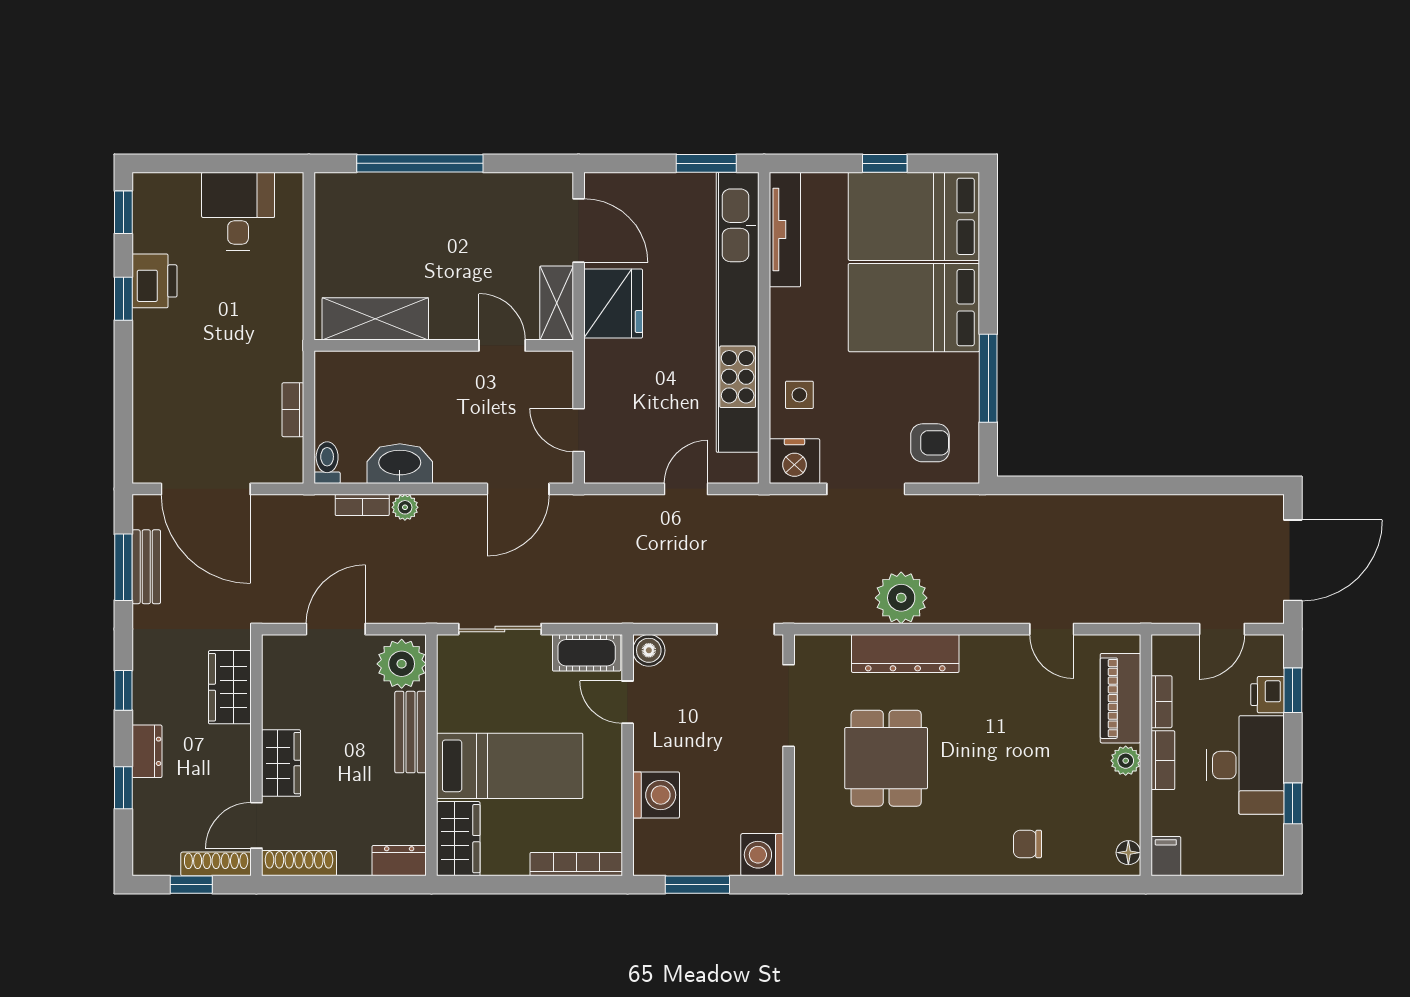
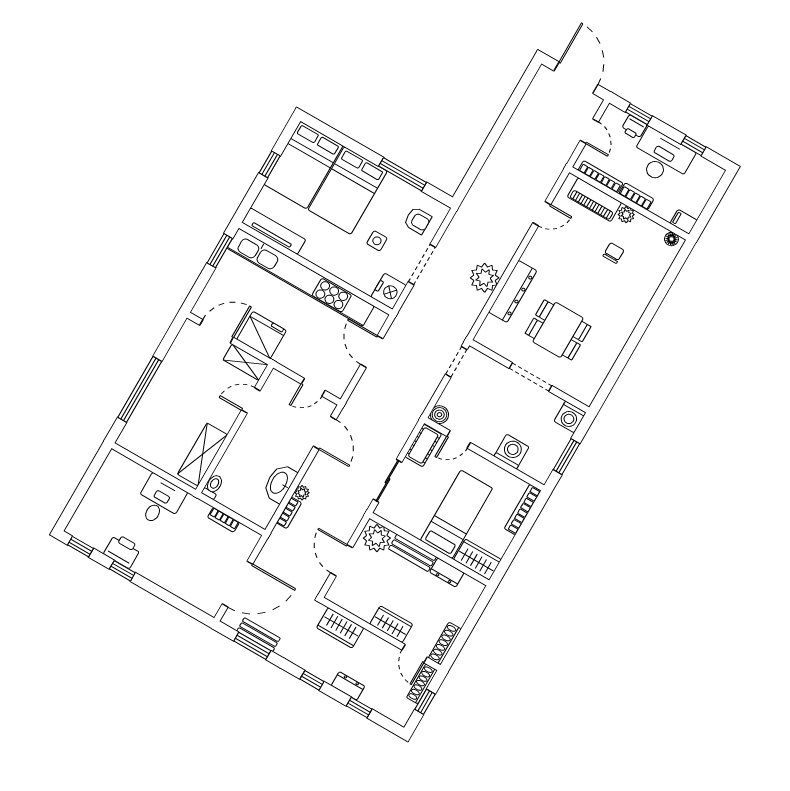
desk: (238, 211) -> (159, 501), moved, turned 90
side table: (799, 395) -> (377, 241), moved
armchair: (930, 443) -> (418, 221), turned 90
toilet: (327, 463) -> (213, 486), moved, turned 90
door: (686, 489) -> (372, 352), width x1.38
bookcase: (1161, 702) -> (601, 177), width x1.56
doorway: (789, 706) -> (531, 377), moved
chair: (1028, 844) -> (613, 253), moved, turned 180
dresser: (399, 861) -> (447, 572), moved, turned -90

